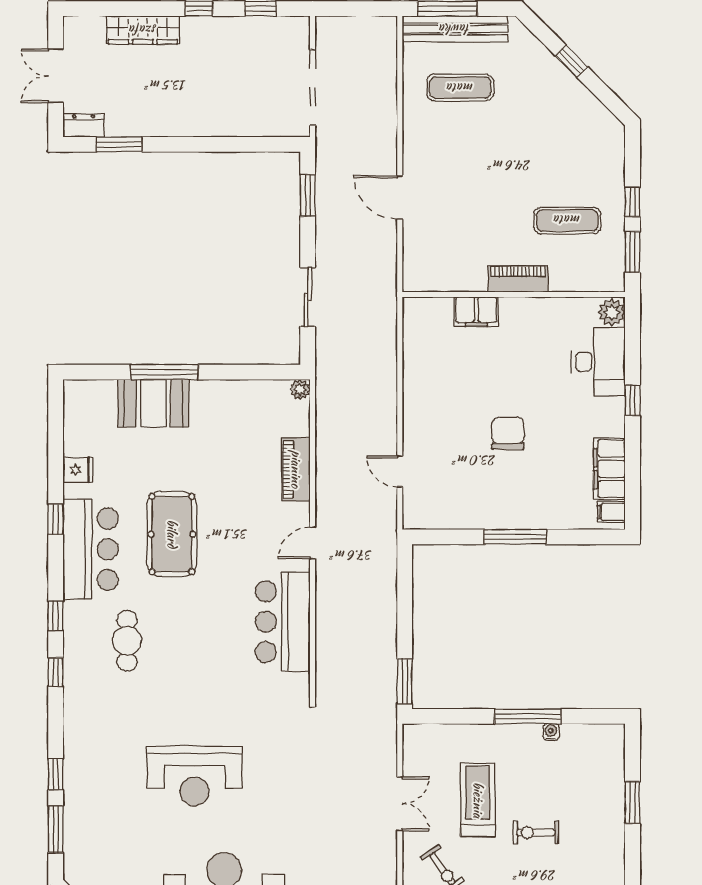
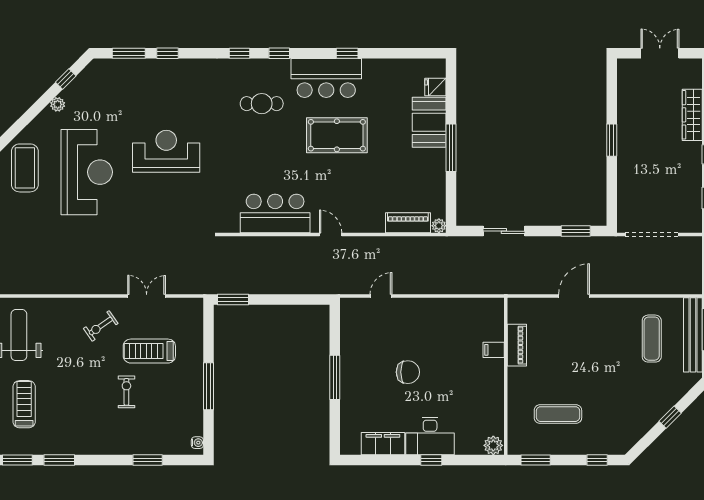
dresser: (84, 125) -> (625, 73), removed
window: (119, 144) -> (612, 140), moved
window: (632, 202) -> (597, 460), moved
exercise mat: (567, 220) -> (558, 414), turned 90
piano: (518, 279) -> (517, 345), moved
filing cabinet: (476, 312) -> (494, 350), width x0.50
desk: (598, 362) -> (430, 436), moved
window: (164, 372) -> (451, 148), moved
piano: (296, 469) -> (408, 223), moved
fridge: (78, 470) -> (435, 87), moved, turned 90
filing cabinet: (611, 512) -> (353, 445), removed
water cooler: (551, 732) -> (197, 443), moved
reception desk: (195, 776) -> (166, 151), turned 90
treadmill: (478, 800) -> (149, 351), turned 180
double door: (400, 804) -> (147, 296), swing flipped

